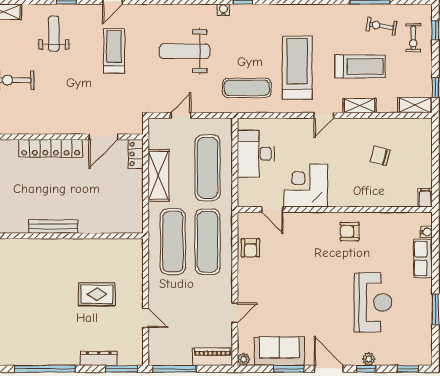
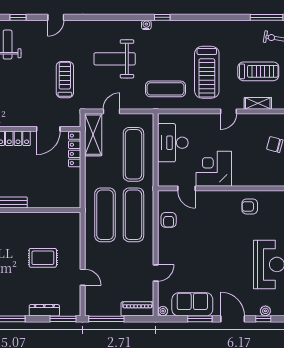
treadmill: (114, 51) -> (65, 80), moved
treadmill: (297, 68) -> (207, 72), turned 180
locker: (136, 154) -> (75, 149), width x1.53
shelving: (158, 175) -> (93, 135), moved

